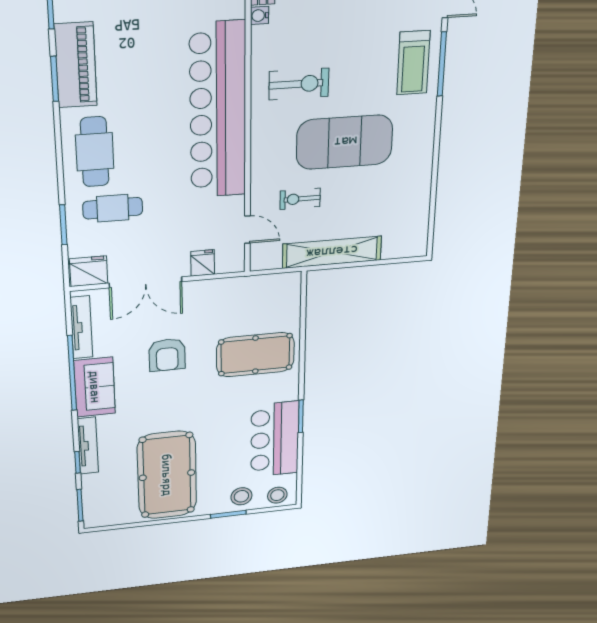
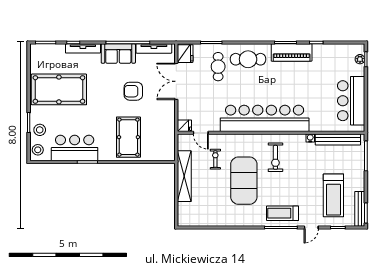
door: (247, 230) -> (201, 133), hinge flipped
fridge: (203, 263) -> (184, 126), moved

